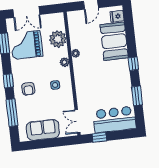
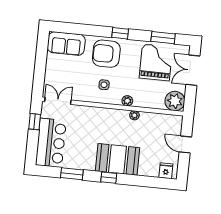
plant: (58, 39) -> (175, 101), moved
booth: (114, 41) -> (117, 159), moved
armchair: (28, 89) -> (106, 54), width x1.88, depth x1.88
window: (12, 113) -> (84, 30), removed
sofa: (43, 130) -> (66, 44), moved, turned 90

